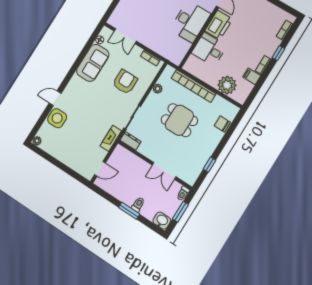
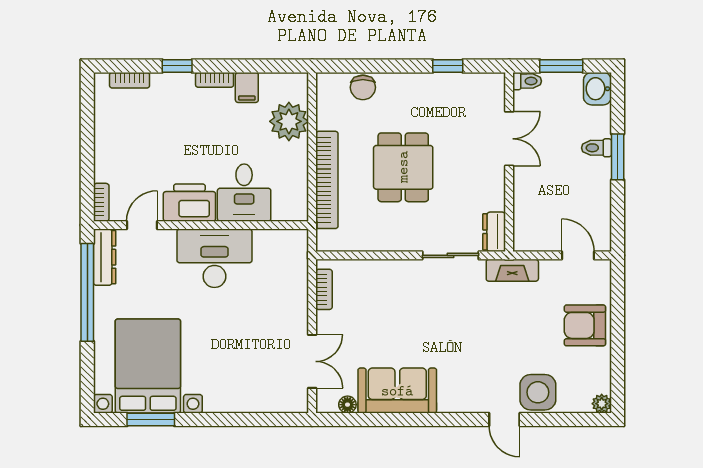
armchair: (125, 82) -> (585, 325), moved
plant: (158, 89) -> (371, 241), removed

